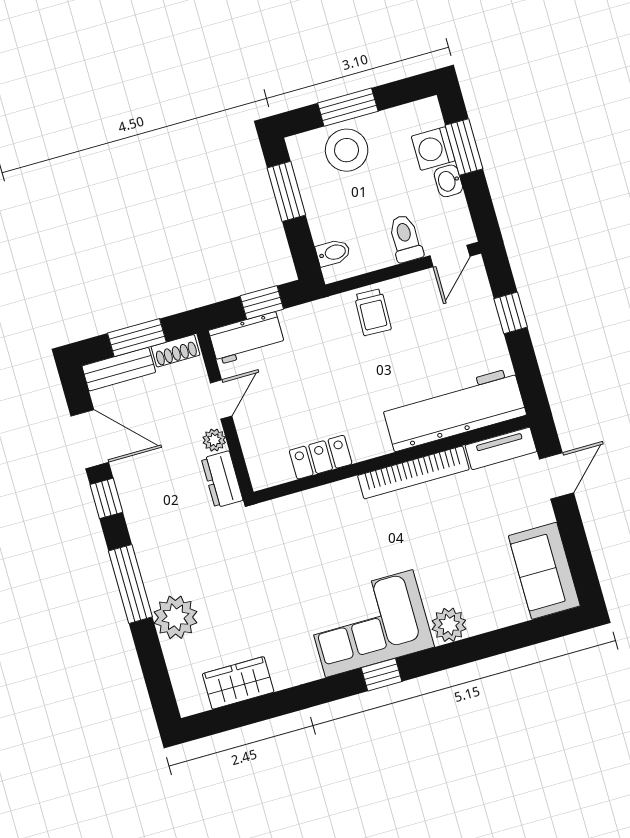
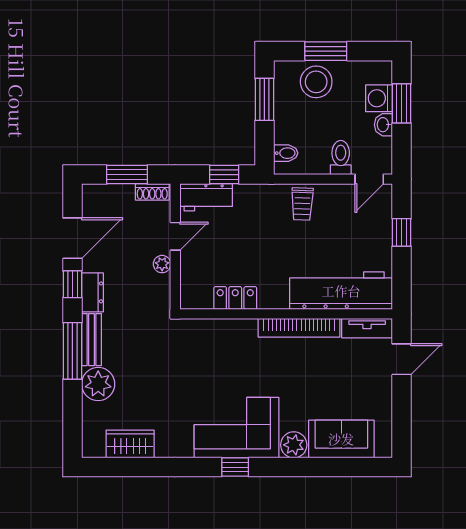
bench: (119, 369) -> (92, 340), moved, turned 90
door: (90, 439) -> (72, 238), hinge flipped
dresser: (222, 479) -> (92, 292), moved, turned 180
sofa: (544, 571) -> (341, 439), moved, turned 90

